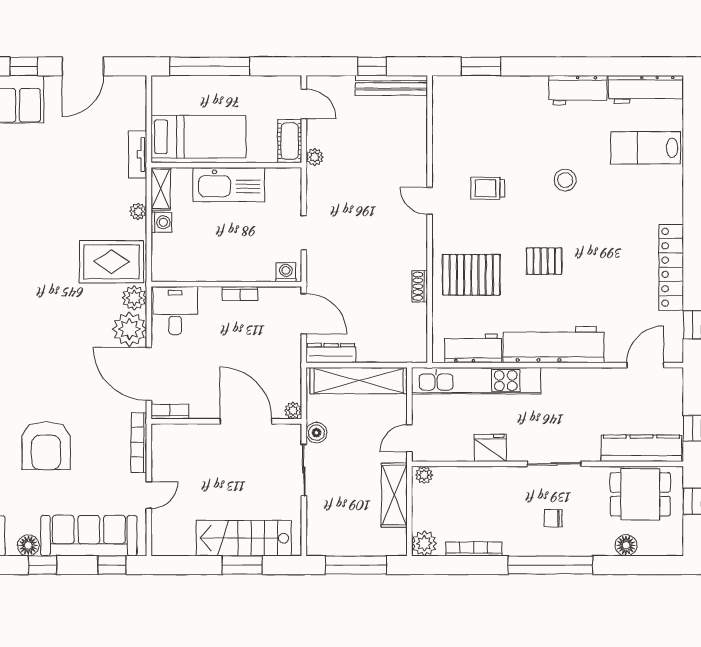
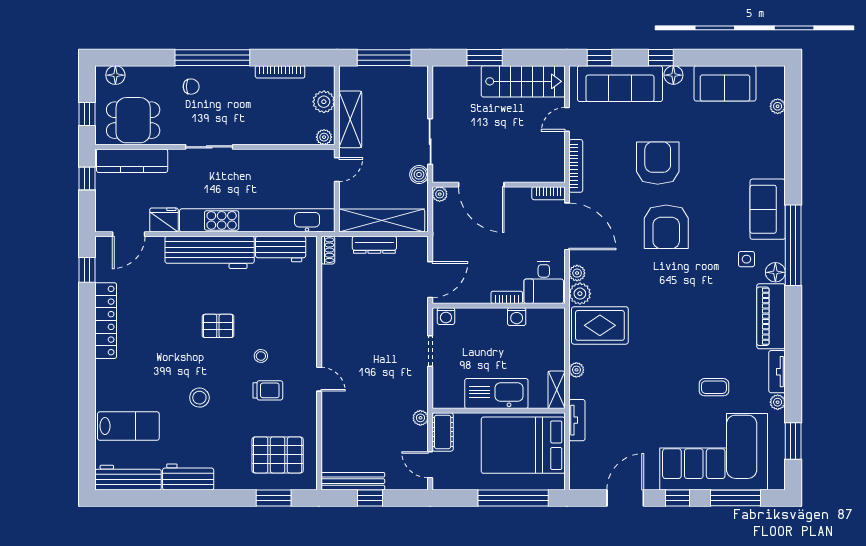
bed: (198, 137) -> (523, 445), width x1.50
washing machine: (161, 222) -> (517, 317), moved, turned -90
stool: (496, 227) -> (261, 356), added
pallet: (471, 275) -> (278, 455), moved
shoe rack: (420, 286) -> (328, 250), moved
bookcase: (240, 294) -> (507, 297), moved
door: (304, 314) -> (430, 280), swing flipped
plant: (129, 329) -> (577, 273), width x0.53, depth x0.53
dresser: (331, 353) -> (374, 245), moved
armchair: (36, 373) -> (666, 227), added
kitchen unit: (476, 381) -> (257, 220), width x1.36
fridge: (490, 448) -> (164, 220), moved, turned 180
chair: (553, 518) -> (191, 87), moved
stairs: (244, 538) -> (523, 81), moved
plant: (424, 543) -> (324, 102), moved
floor lamp: (626, 545) -> (115, 75), moved

